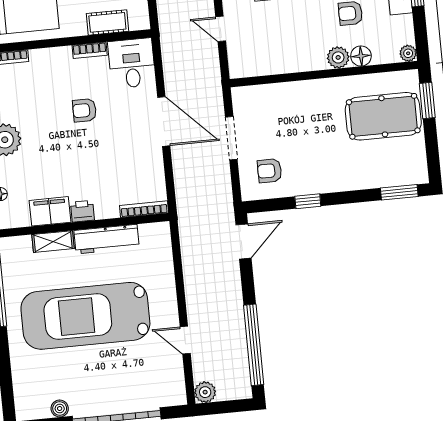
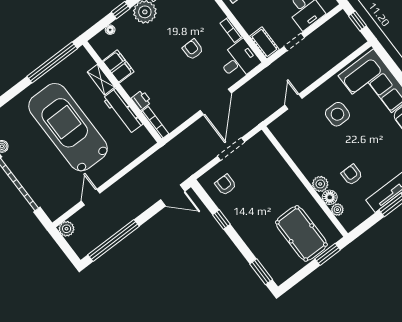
cot: (107, 22) -> (264, 43), moved
plant: (408, 53) -> (337, 210), moved
printer: (82, 211) -> (141, 100), moved

